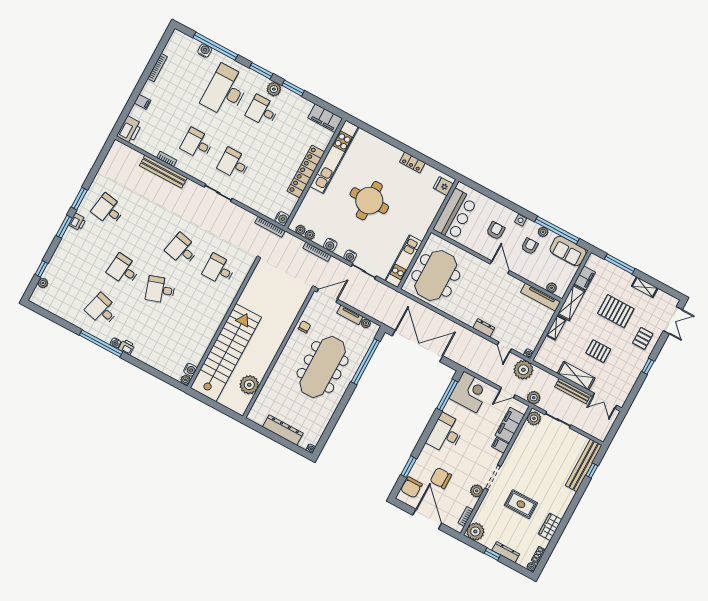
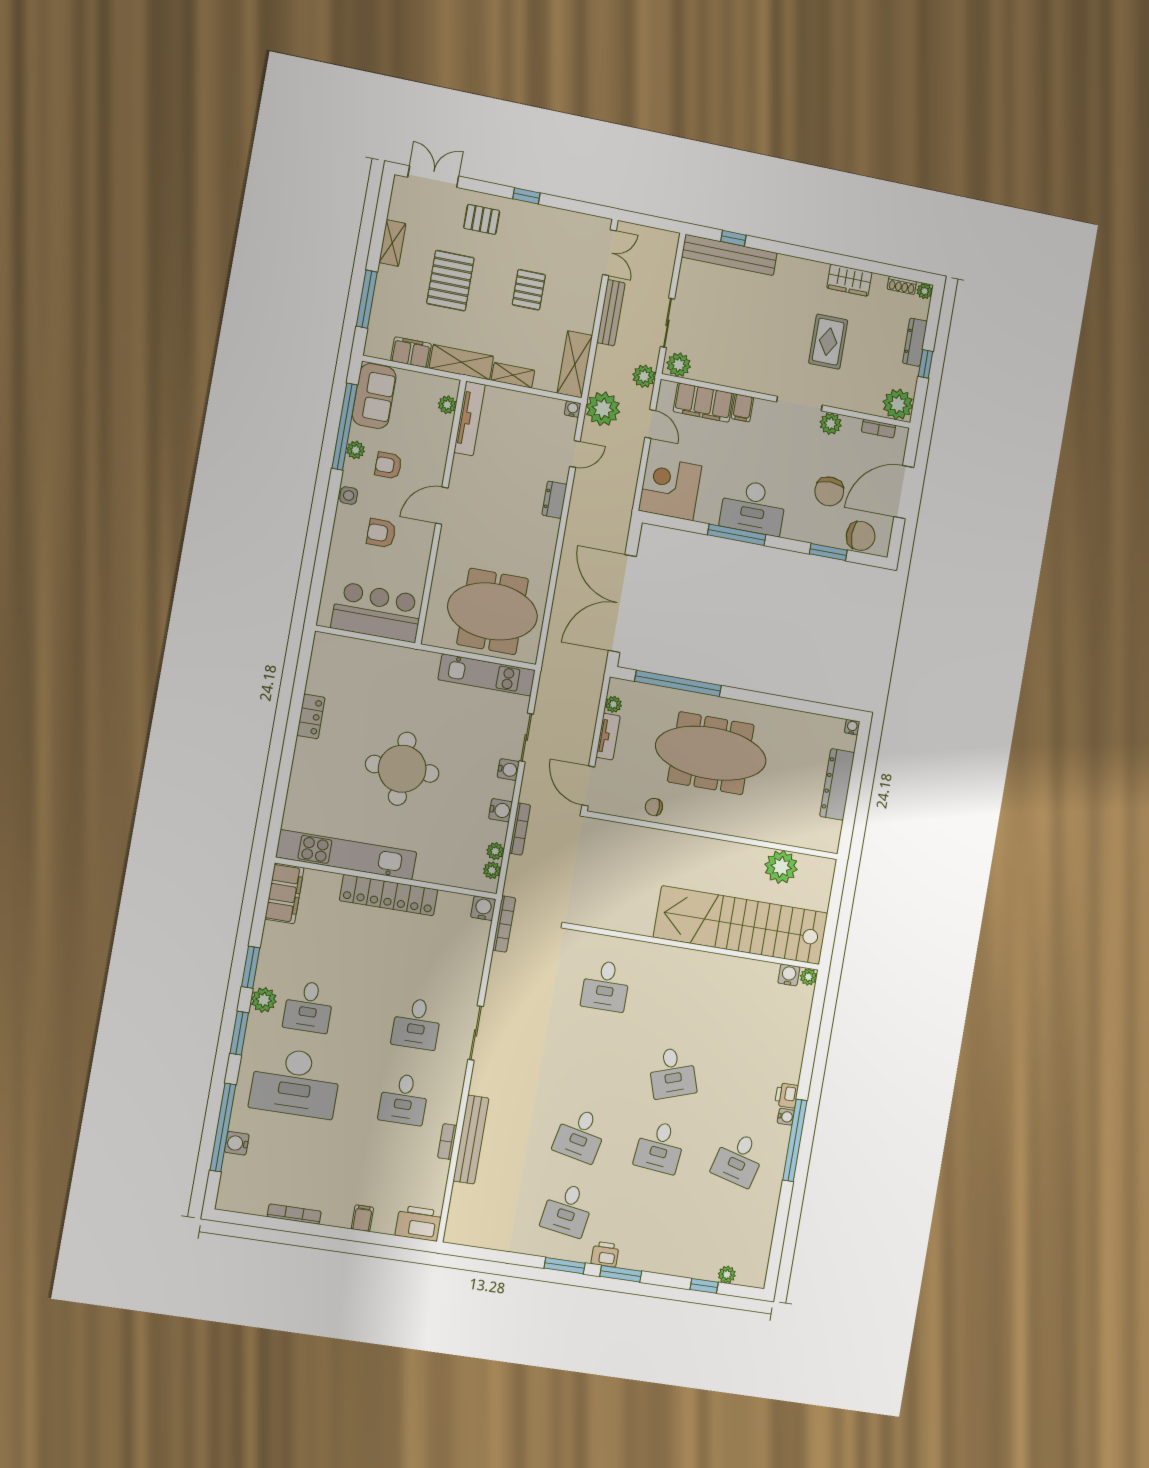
fridge: (443, 186) -> (334, 649), removed
desk: (182, 250) -> (580, 1135), moved
shelving: (576, 376) -> (575, 364), moved
window: (447, 395) -> (737, 535), moved

